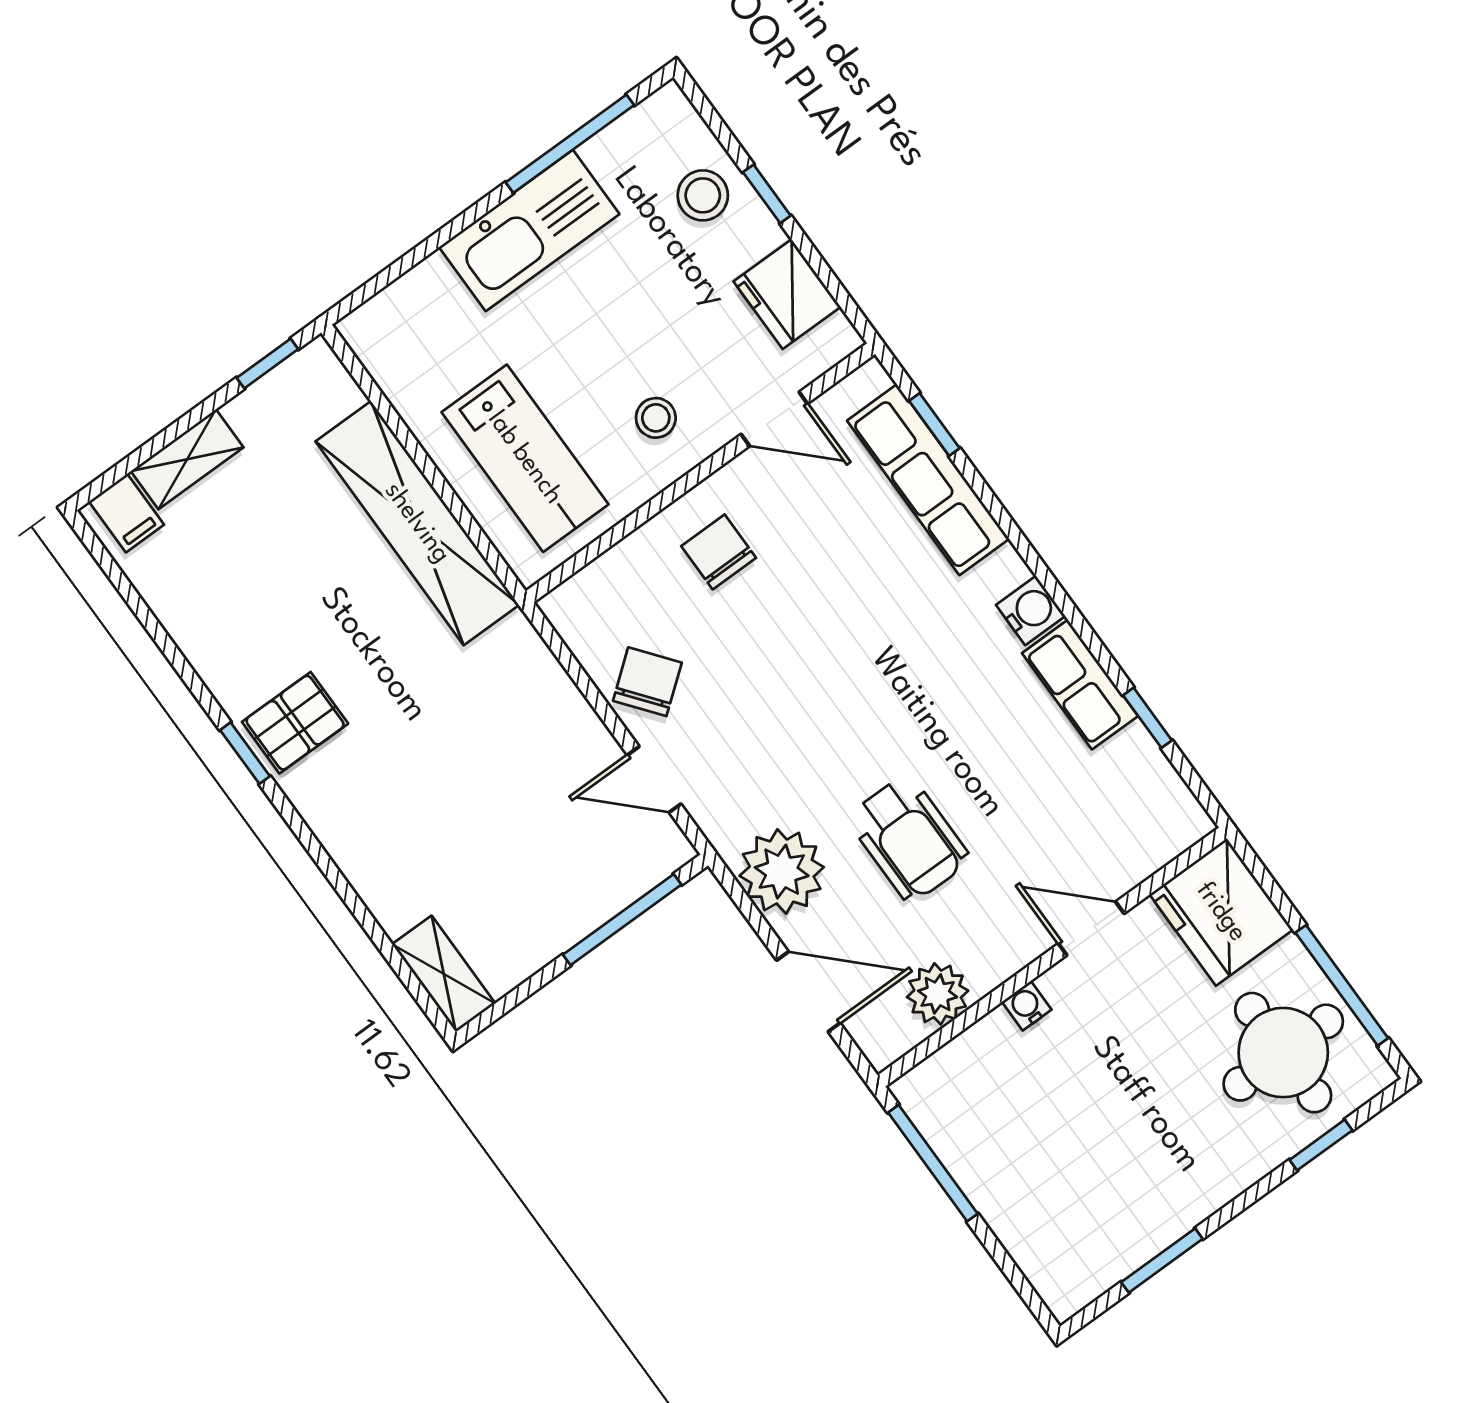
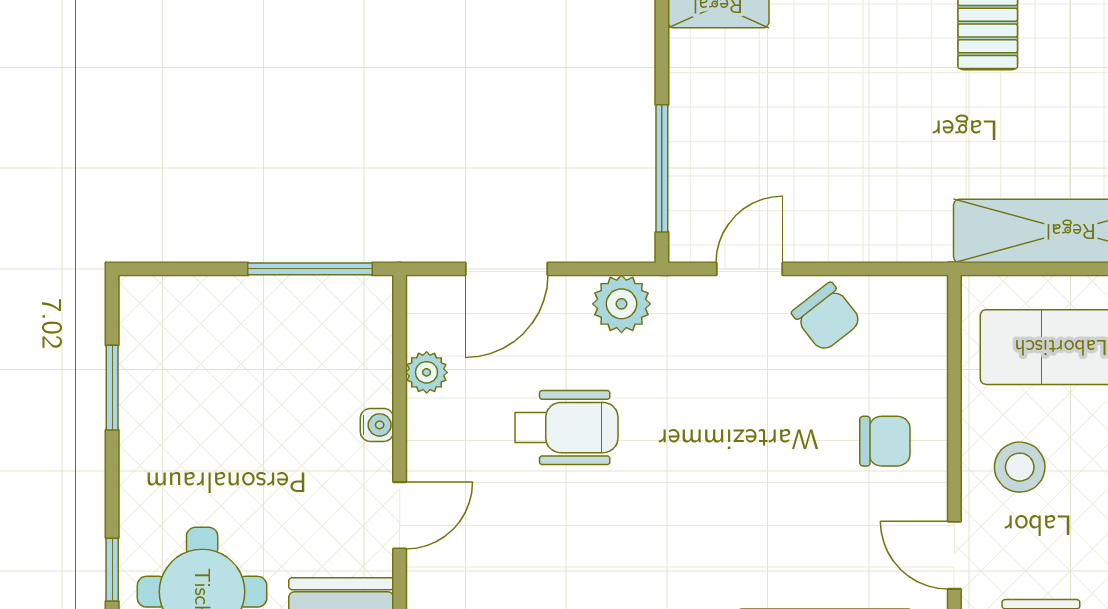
stool: (656, 418) -> (1020, 467), width x1.37, depth x1.37
door: (774, 419) -> (954, 555), hinge flipped
wheelchair: (909, 839) -> (566, 428), turned 180
plant: (782, 872) -> (621, 304), width x0.73, depth x0.73
plant: (938, 994) -> (427, 372), width x0.73, depth x0.73

